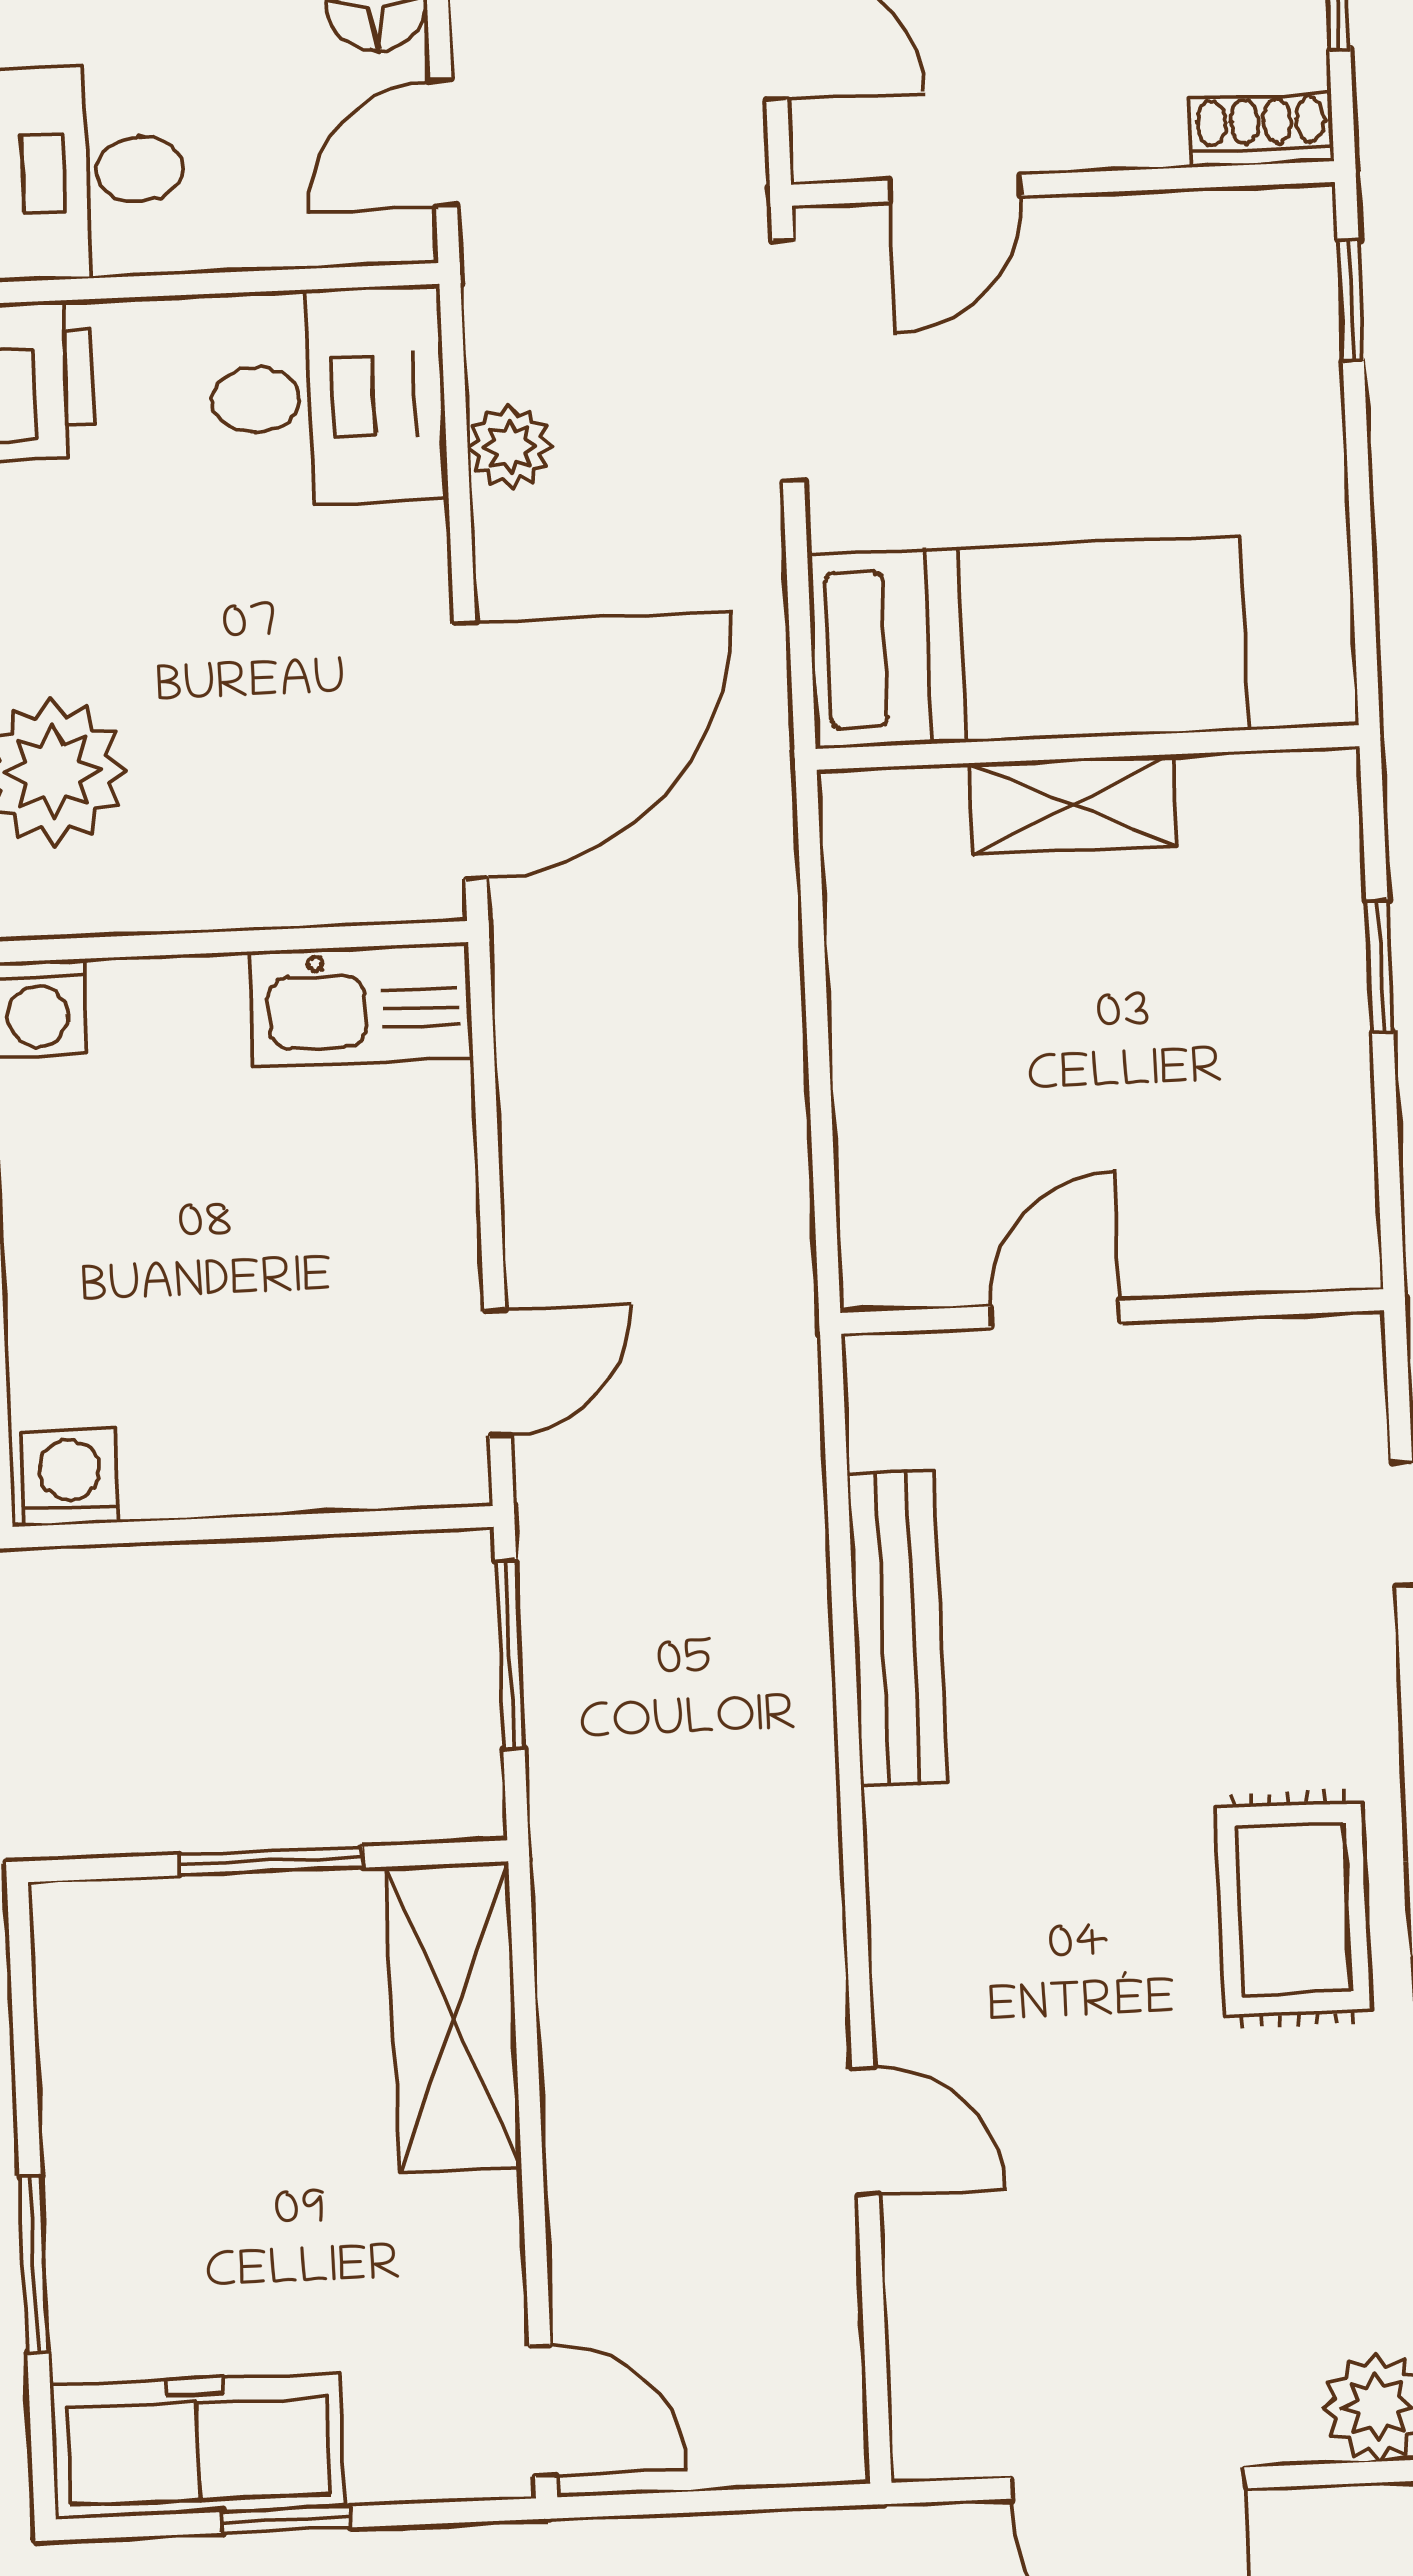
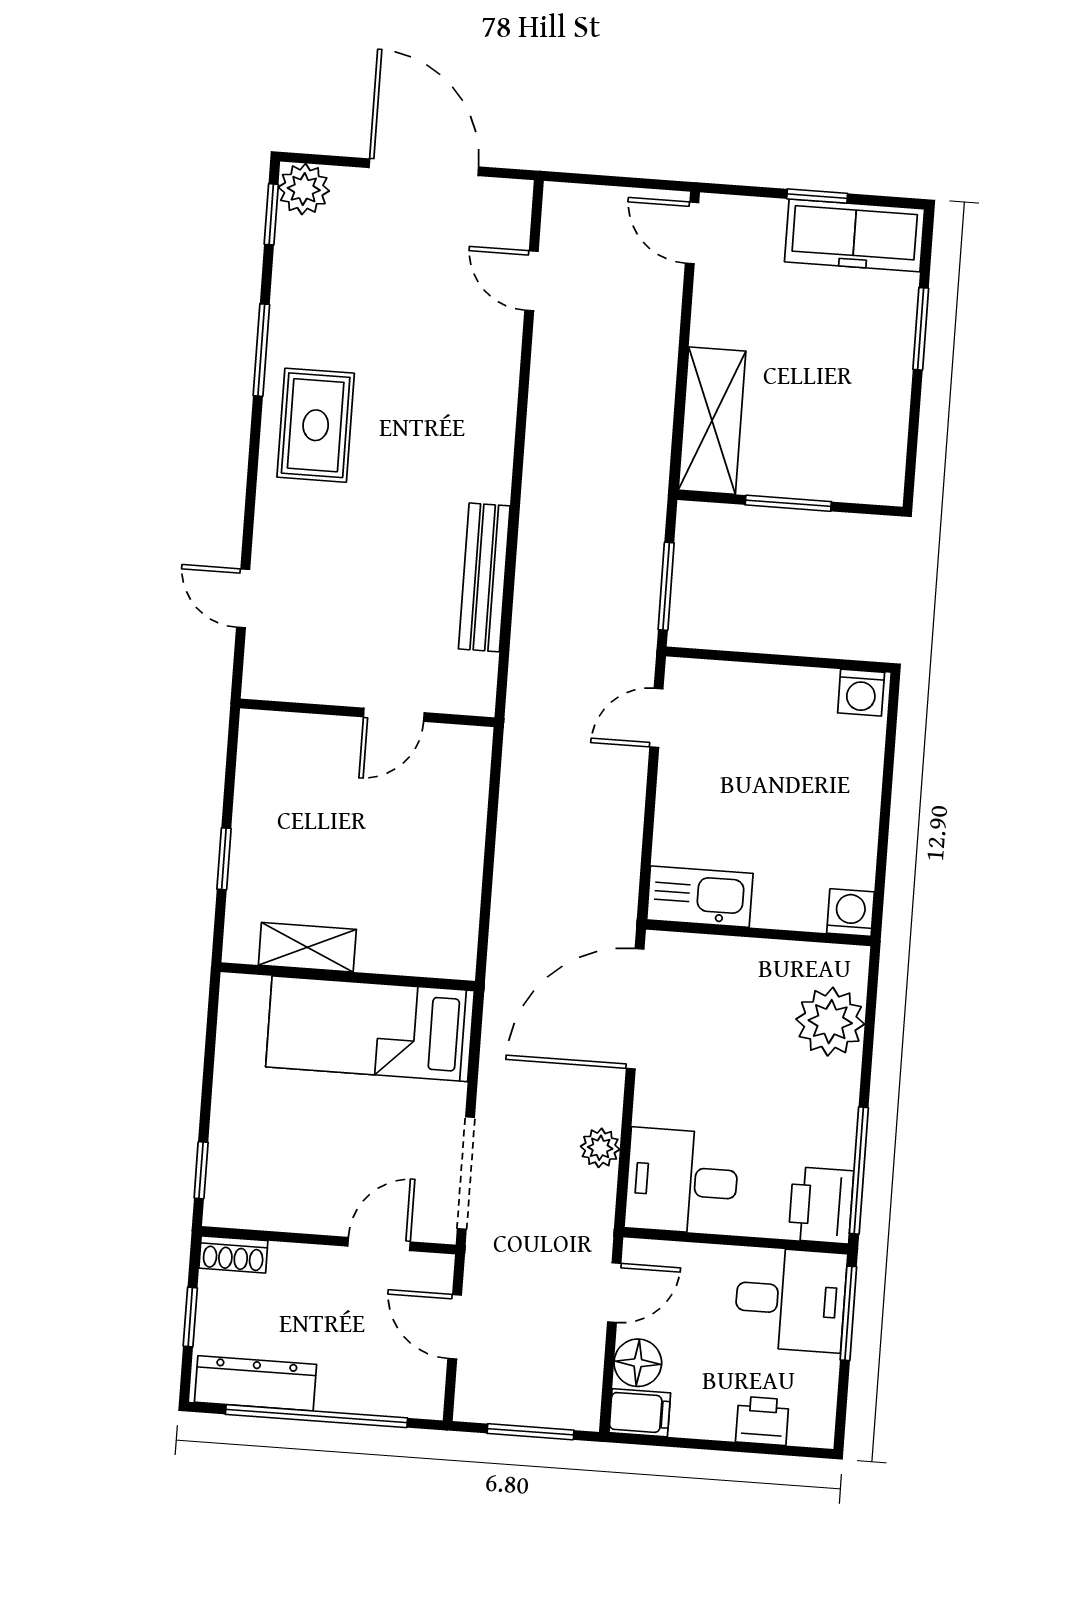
shelving: (1073, 804) -> (307, 947), moved
door: (865, 2132) -> (531, 281), moved

